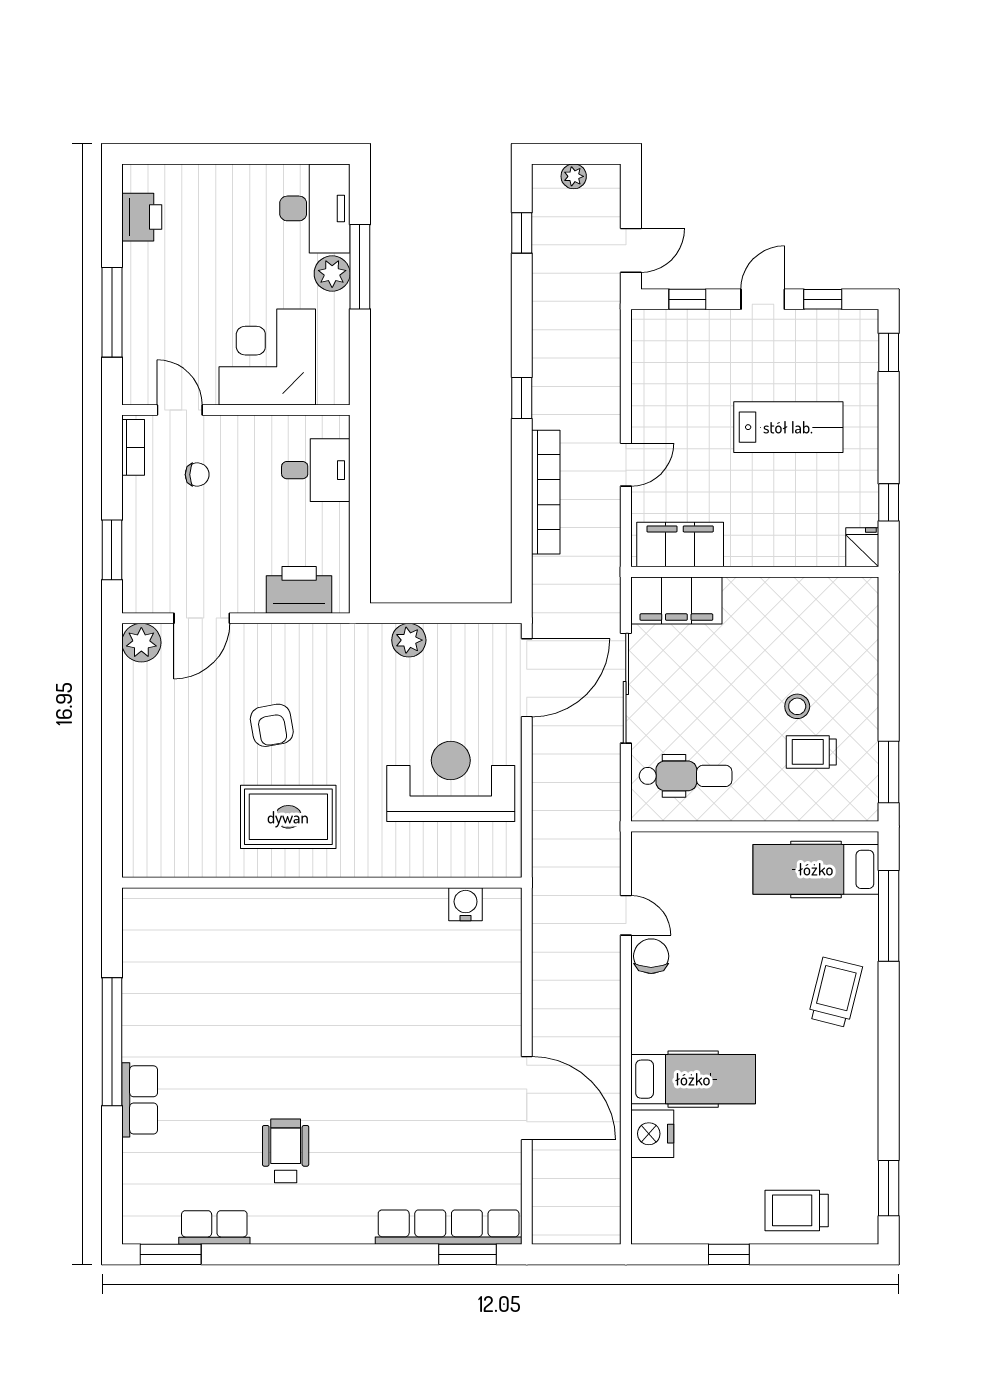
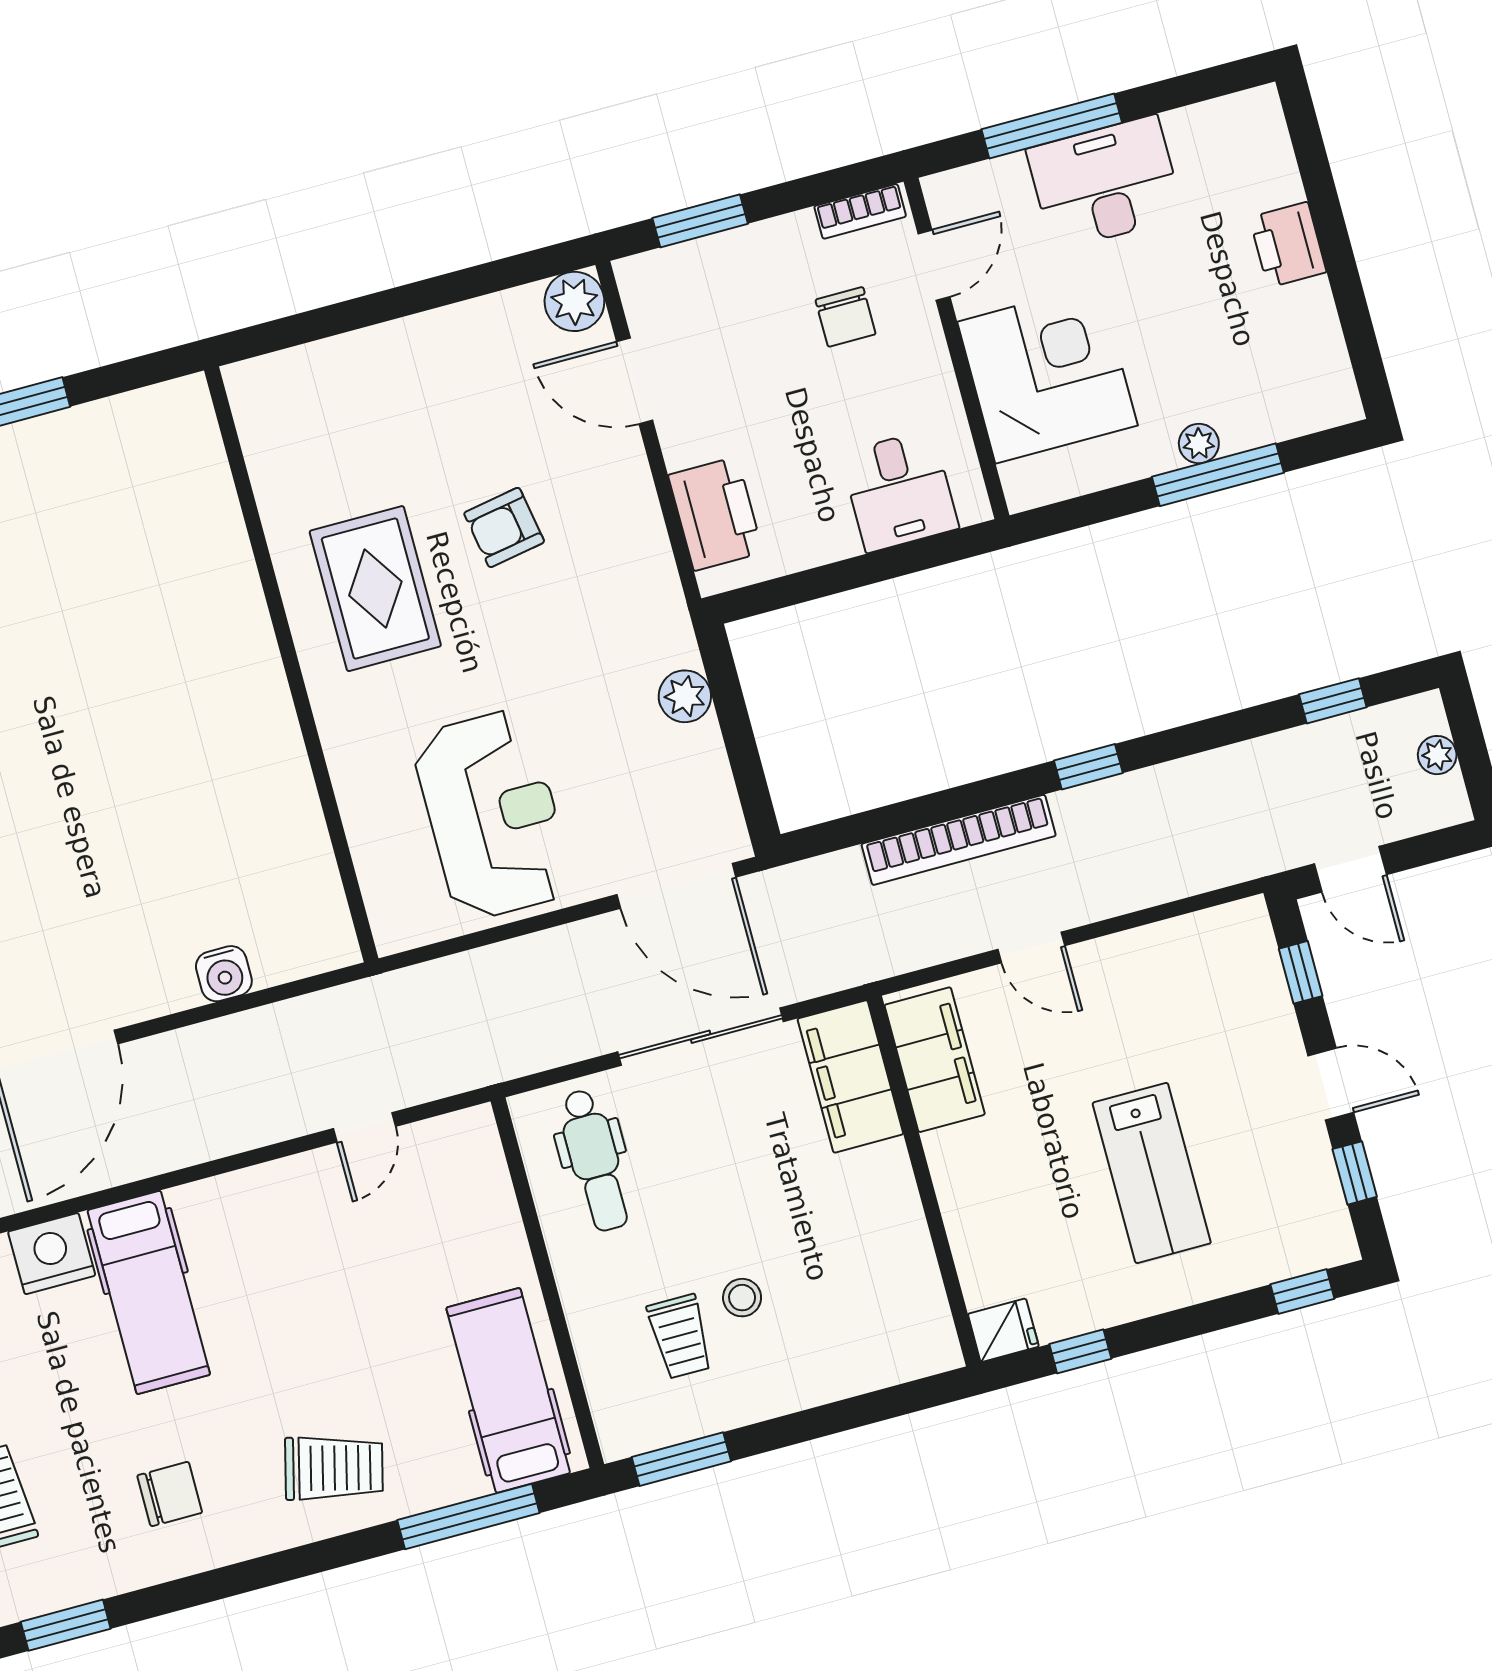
desk: (315, 208) -> (1105, 183), moved, turned 180
printer: (142, 217) -> (1288, 245), moved, turned 90
plant: (332, 274) -> (1199, 444), width x0.73, depth x0.73
chair: (197, 475) -> (846, 317), width x1.37, depth x1.37
trolley: (811, 752) -> (680, 1336), turned 180
water cooler: (466, 904) -> (224, 974), moved, turned 90
chair: (651, 956) -> (170, 1494), moved

